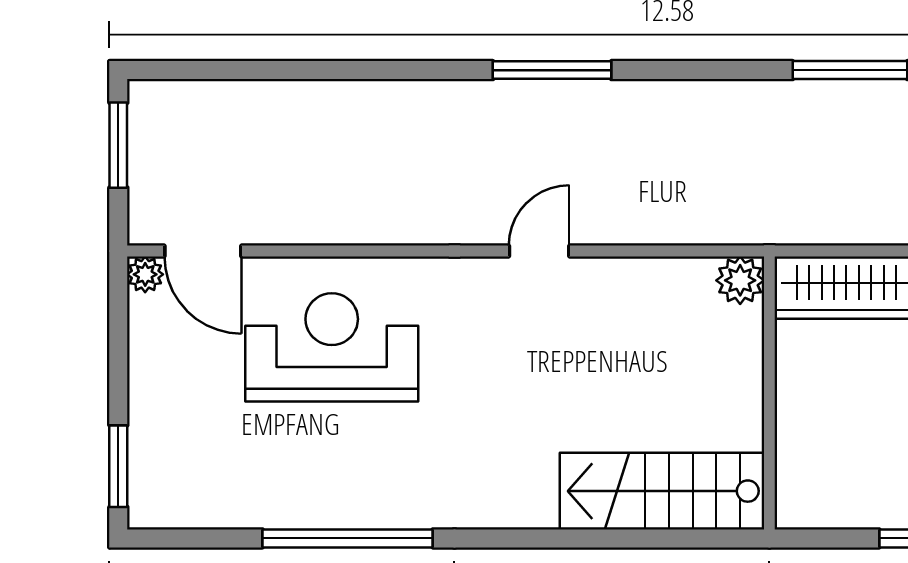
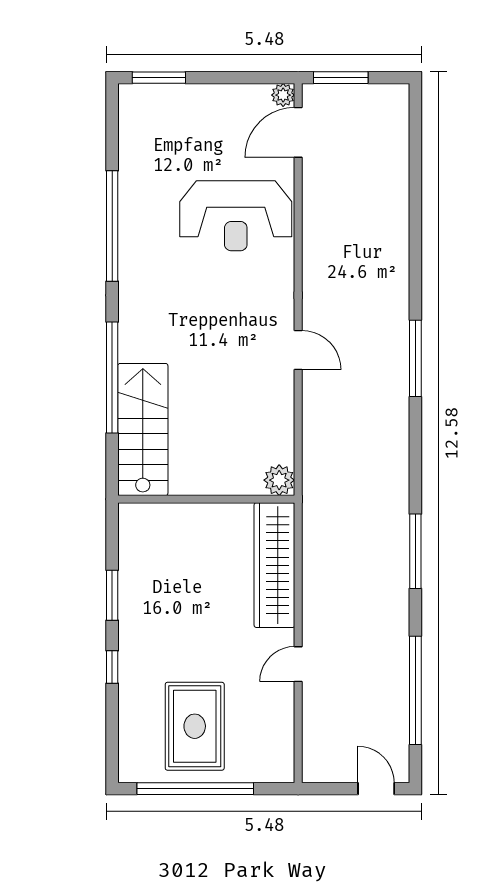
window: (118, 145) -> (341, 78), moved
reception desk: (332, 347) -> (236, 216), turned 90
window: (582, 538) -> (112, 378), added

